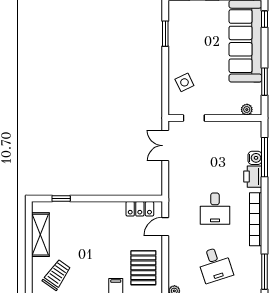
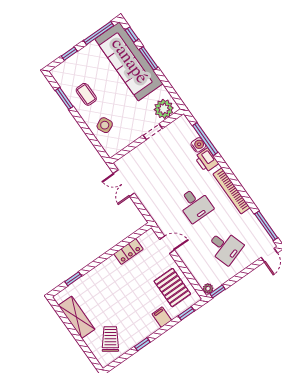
coffee table: (187, 44) -> (86, 94), added
window: (265, 82) -> (148, 58), moved
plant: (247, 110) -> (164, 109), width x1.88, depth x1.88
doorway: (194, 118) -> (153, 132), moved
locker: (140, 209) -> (128, 252), moved
door: (165, 227) -> (167, 245), swing flipped

